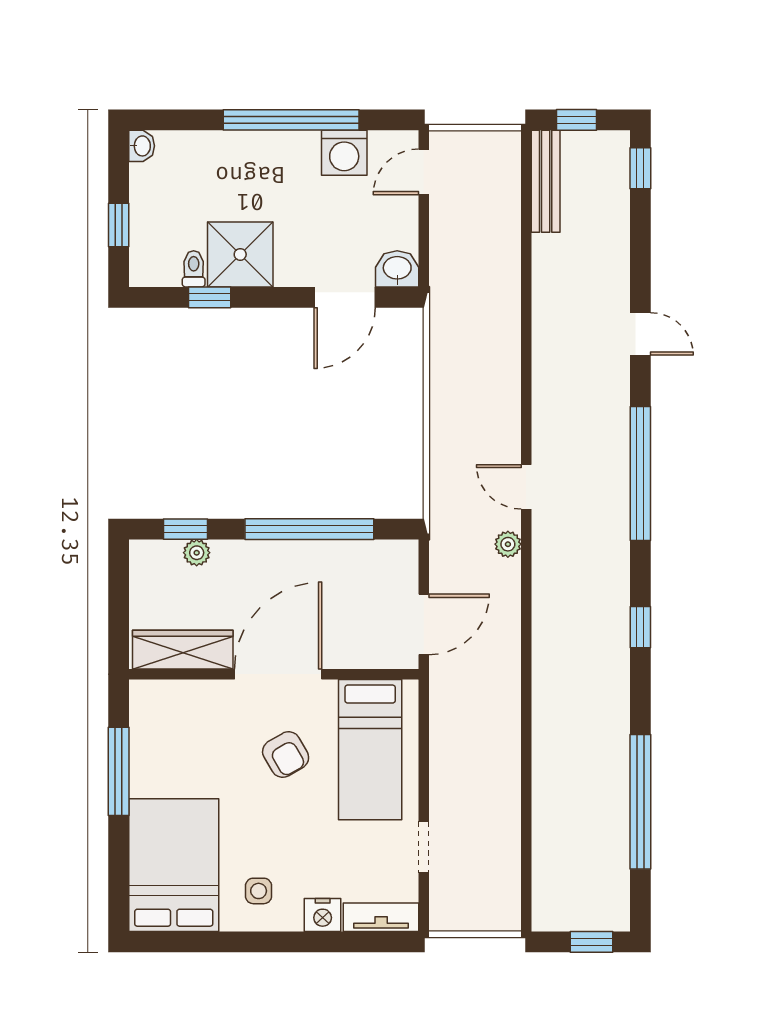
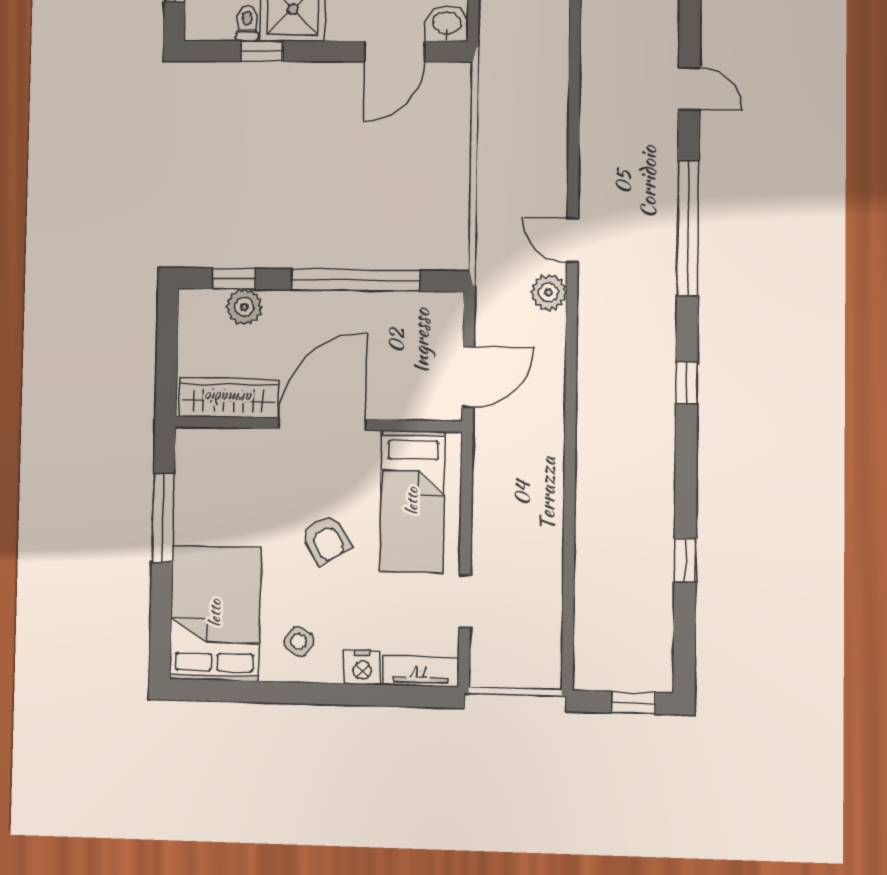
plant: (508, 544) -> (549, 293), width x1.38, depth x1.38
plant: (197, 553) -> (244, 307), width x1.38, depth x1.38
armchair: (286, 755) -> (326, 539), moved
window: (640, 802) -> (685, 560), width x0.32
side table: (259, 891) -> (299, 641), turned 34

